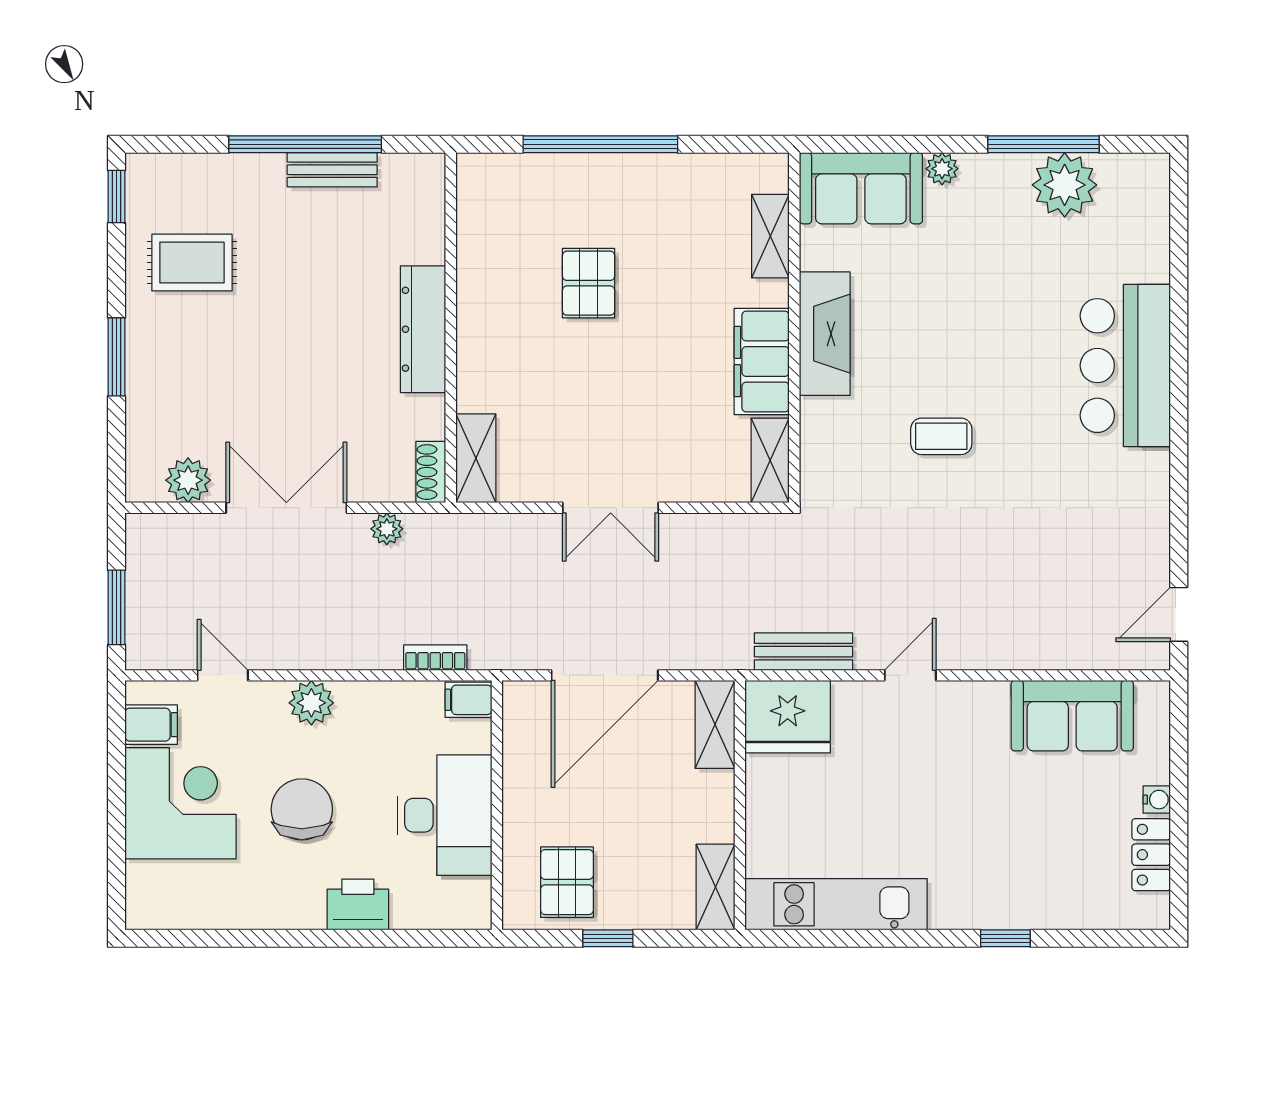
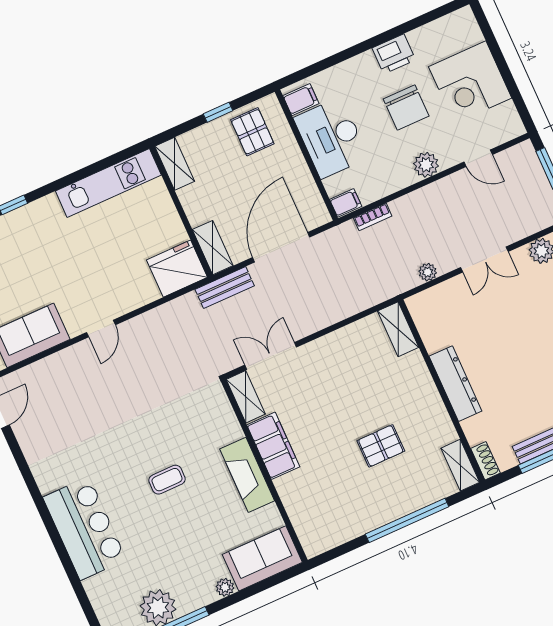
shelving: (770, 236) -> (460, 465), moved
pallet: (589, 283) -> (381, 446), turned 90
coffee table: (941, 436) -> (167, 480), moved
shoe rack: (431, 472) -> (485, 461), moved
double door: (286, 508) -> (484, 260), width x0.73
double door: (611, 508) -> (271, 356), moved
bench: (803, 652) -> (225, 288), moved
door: (910, 675) -> (101, 329), moved
filing cabinet: (151, 725) -> (301, 100), moved, turned 180
printer: (358, 905) -> (394, 54), moved

